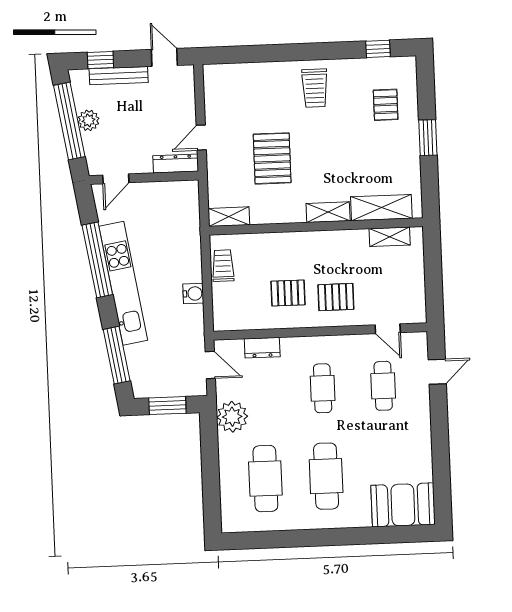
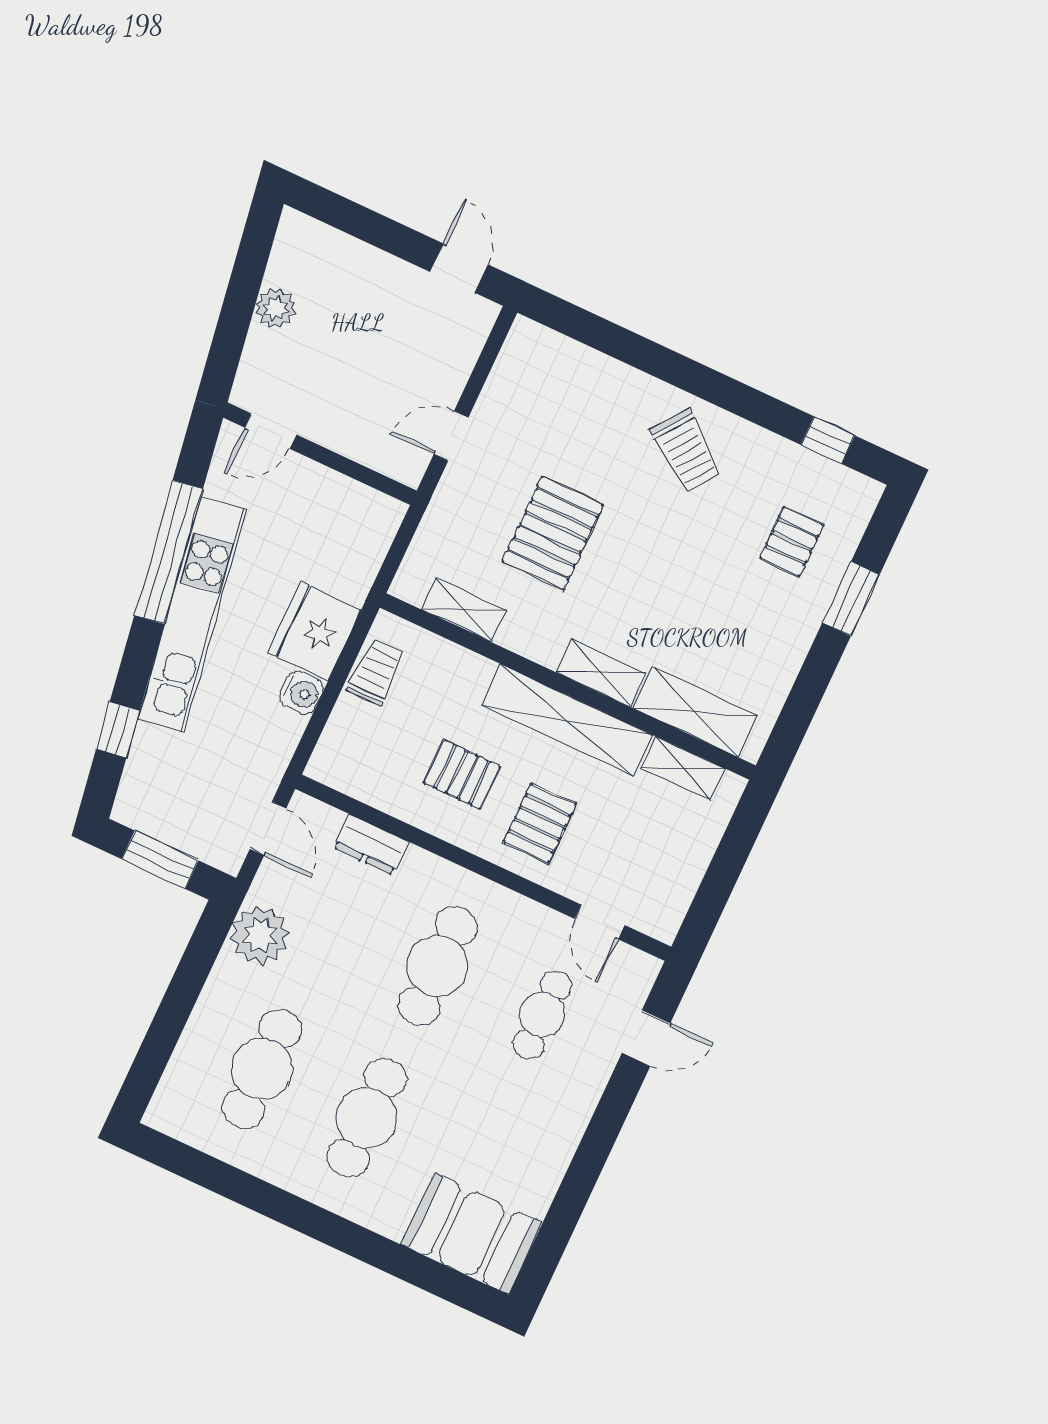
window: (100, 60) -> (348, 217), removed
bench: (119, 76) -> (365, 259), removed
trolley: (315, 88) -> (687, 451), turned -53
window: (69, 121) -> (242, 293), removed
window: (428, 138) -> (851, 599), moved
dresser: (176, 164) -> (385, 458), removed
shelving: (229, 217) -> (464, 610), moved
shelving: (324, 242) -> (567, 720), added
fridge: (185, 262) -> (315, 631), added
pallet: (336, 297) -> (540, 823), turned 90
window: (117, 355) -> (118, 730), width x0.46
cafe table: (323, 388) -> (437, 966), width x1.37, depth x1.35

